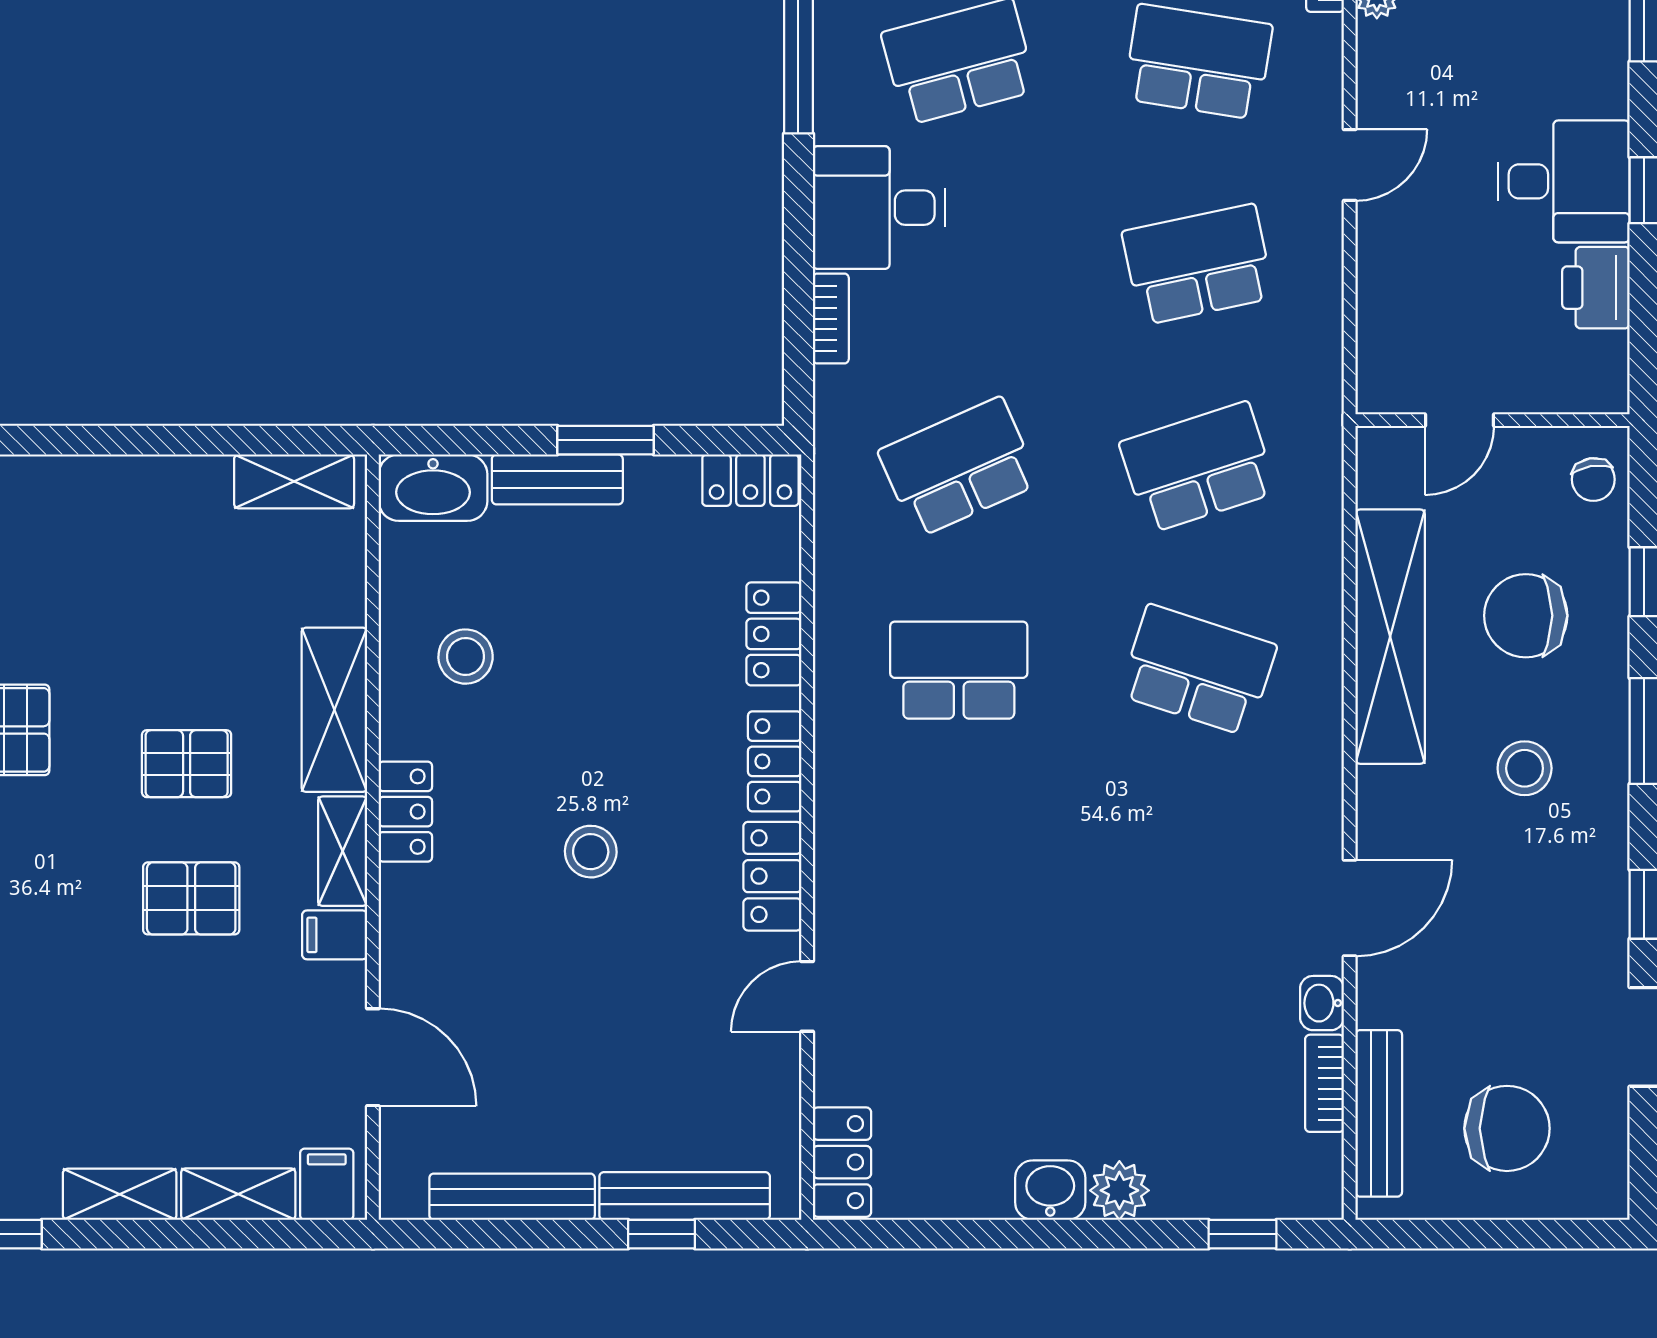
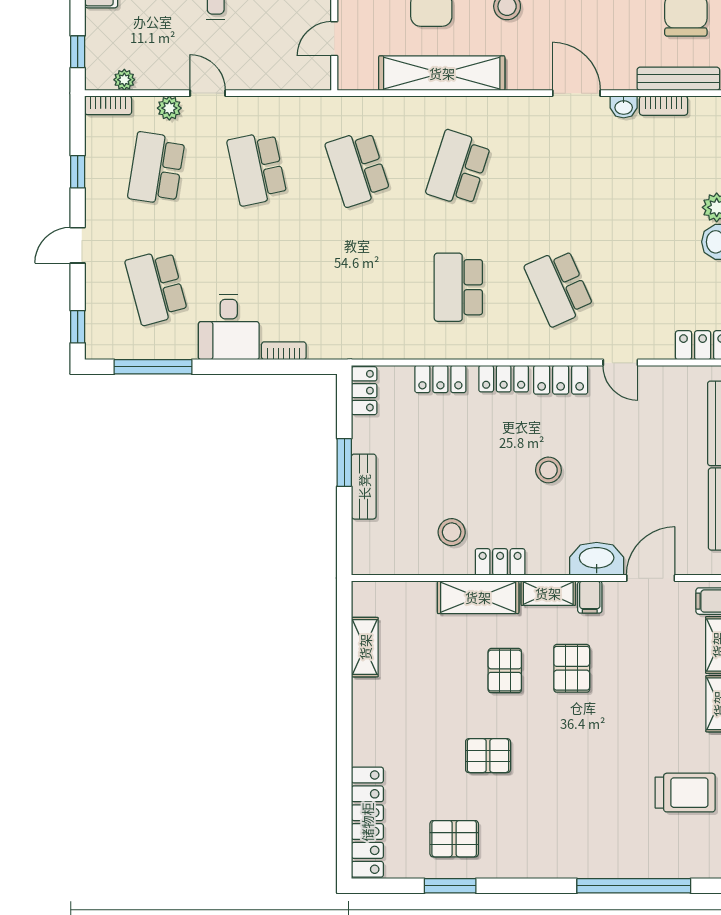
plant: (1320, 88) -> (169, 108), added
door: (1459, 420) -> (334, 39), swing flipped
school desk: (959, 467) -> (559, 287), moved
shelving: (294, 481) -> (365, 647), moved
washbasin: (433, 488) -> (597, 559), moved, turned -90
locker: (405, 812) -> (500, 562), moved

